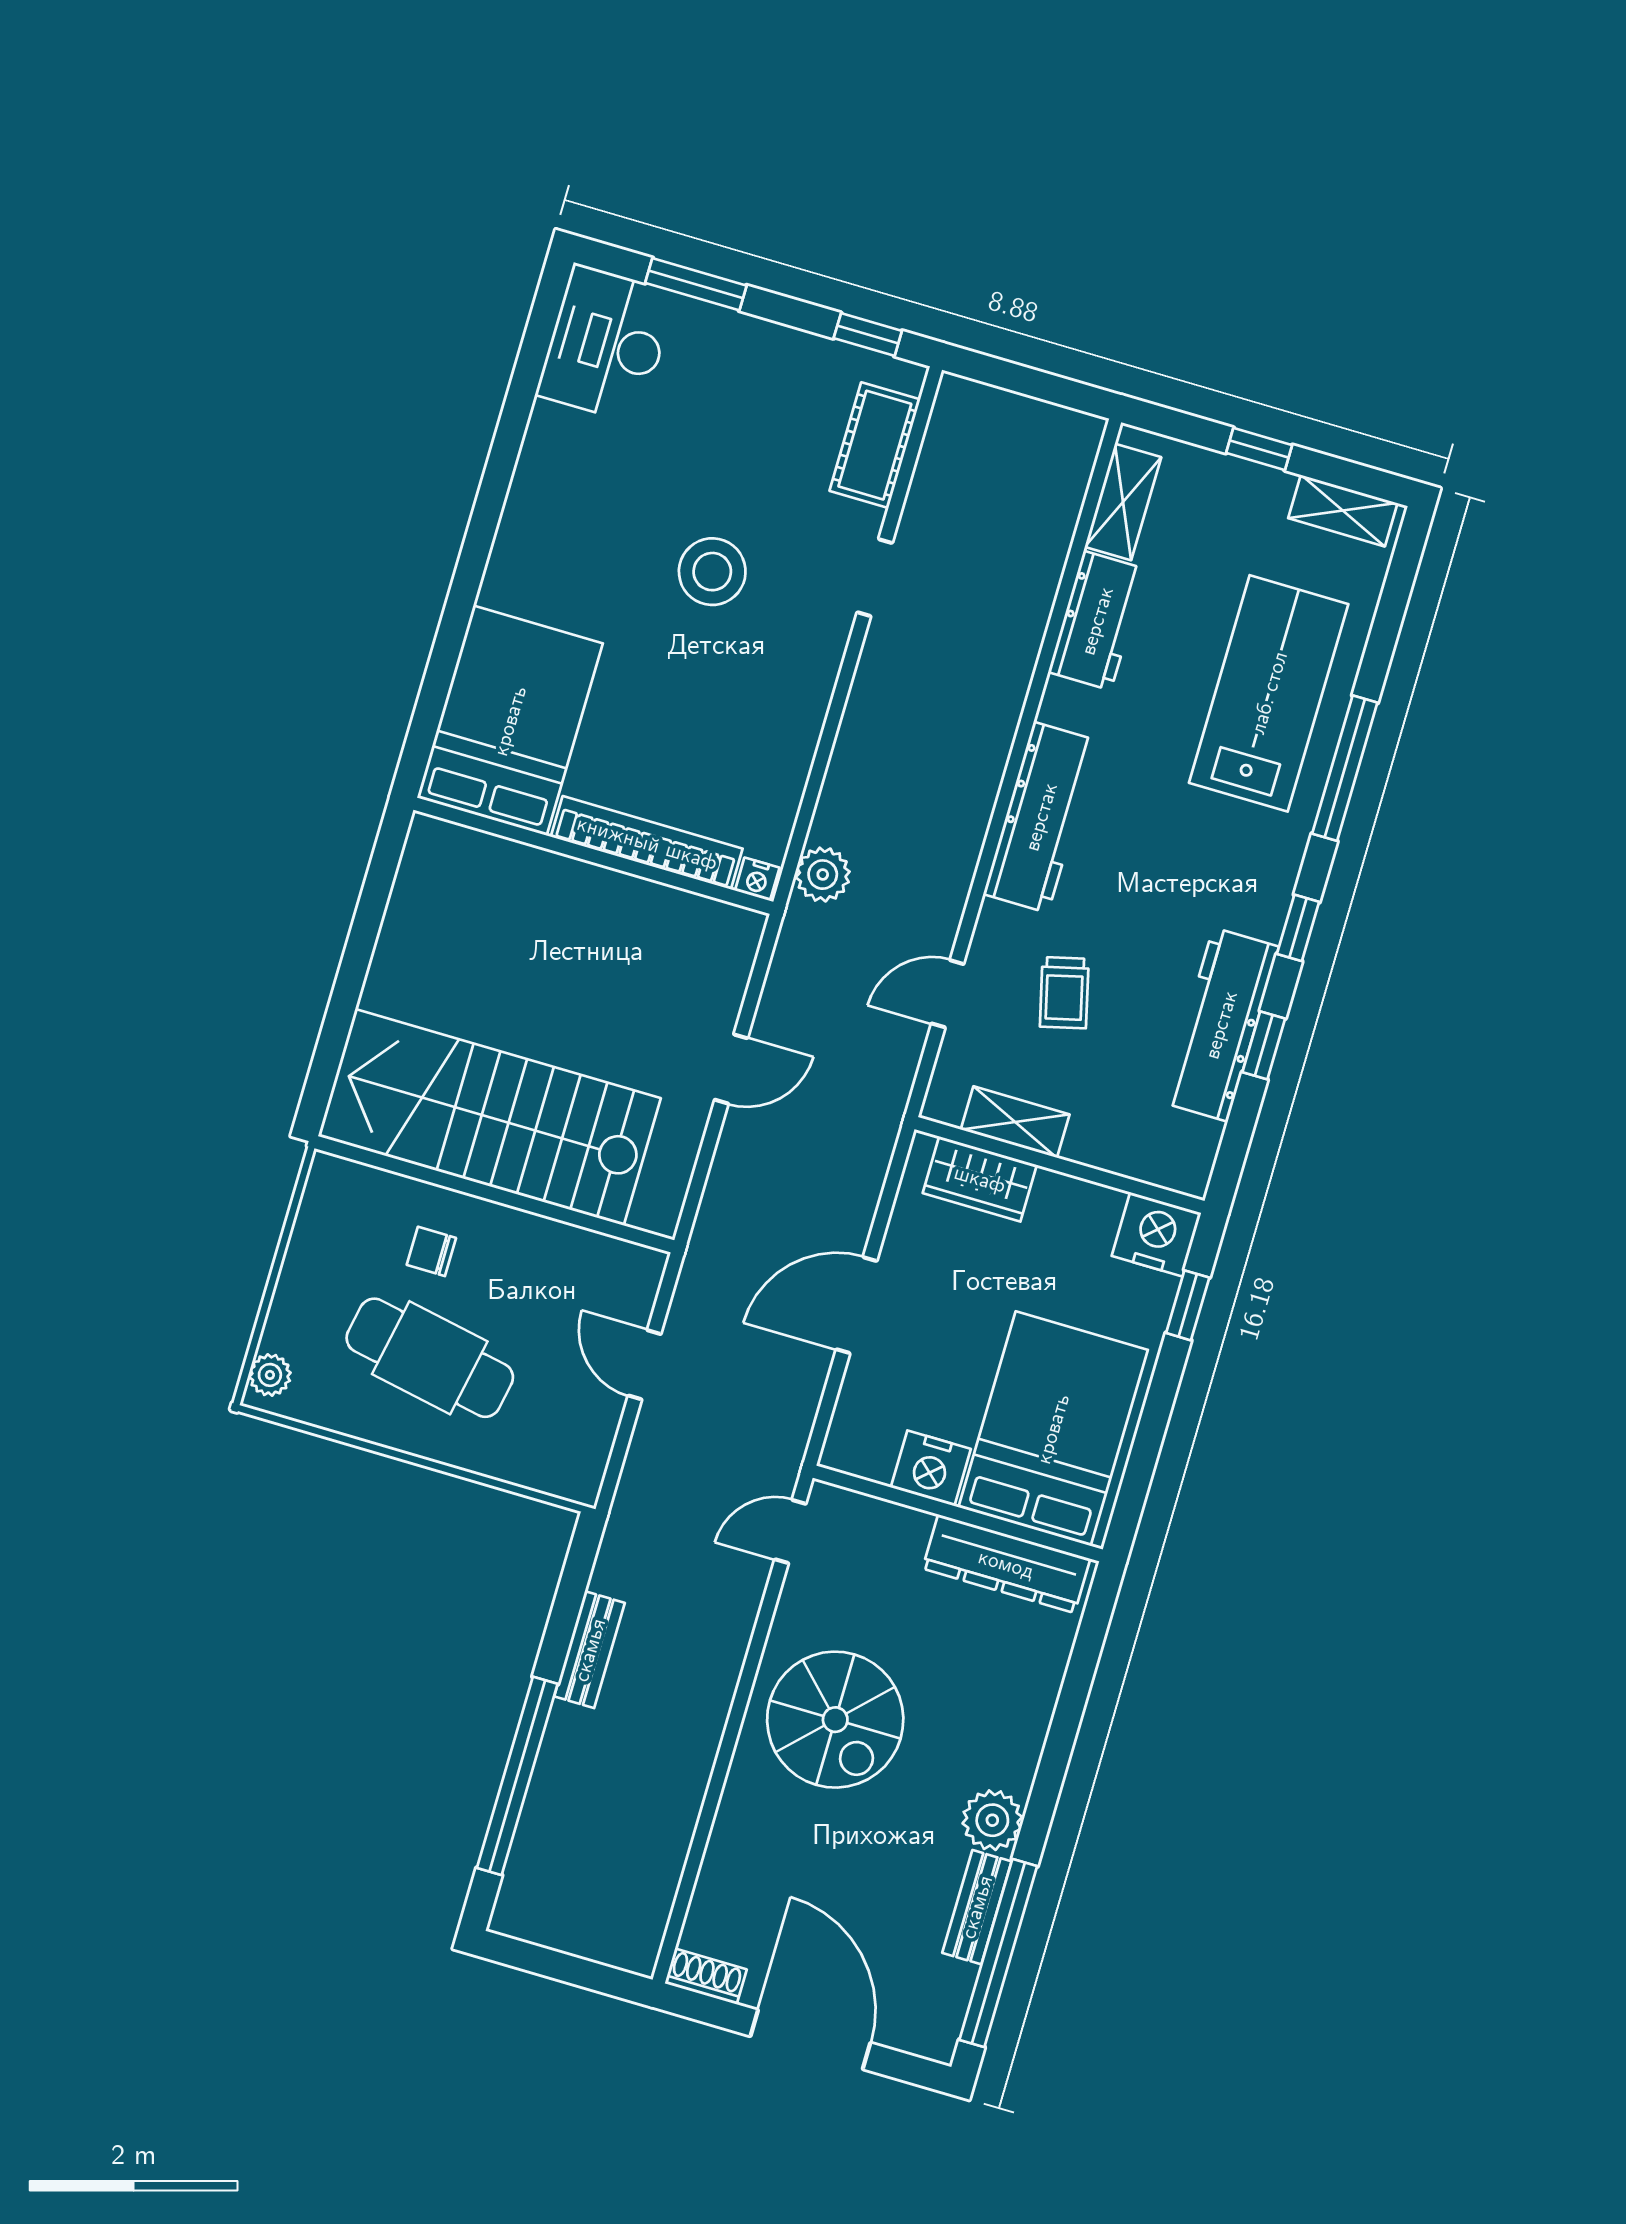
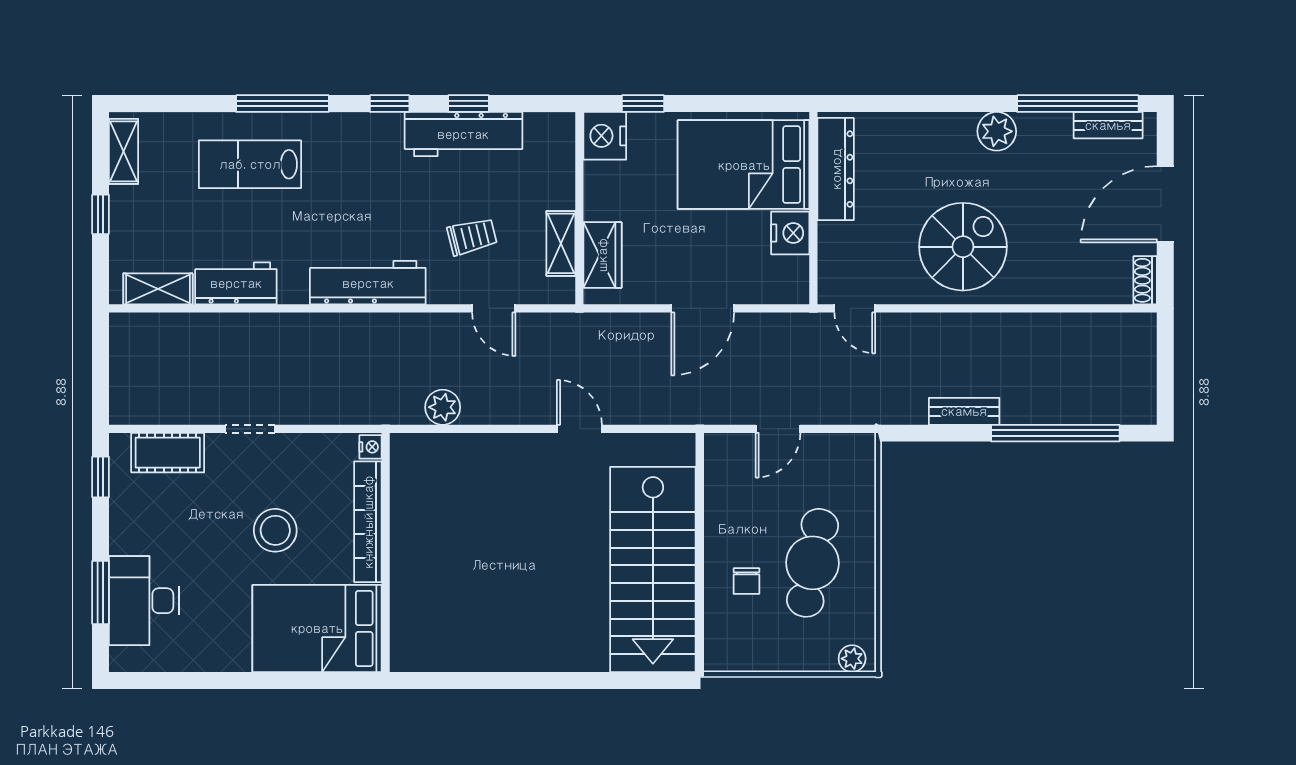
desk: (606, 344) -> (144, 601), moved, turned 90
lab bench: (1269, 693) -> (250, 164), width x0.73, depth x0.72
bed: (510, 721) -> (317, 628), moved
bookcase: (647, 843) -> (368, 522), moved
wall: (593, 856) -> (386, 552), moved
nightstand: (757, 879) -> (370, 447), moved
door: (857, 1305) -> (703, 308), hinge flipped
bench: (977, 1907) -> (1108, 125), moved

